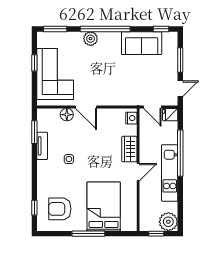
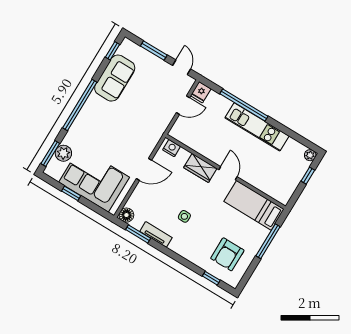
plant: (91, 39) -> (63, 153), moved
floor lamp: (67, 115) -> (126, 215), moved
nightstand: (131, 118) -> (172, 148), moved
wardrobe: (129, 149) -> (200, 168), moved
wall: (138, 170) -> (226, 172), moved
door: (138, 172) -> (228, 173), moved
bed: (104, 207) -> (254, 205), width x0.67
plant: (168, 222) -> (310, 155), width x0.53, depth x0.53

